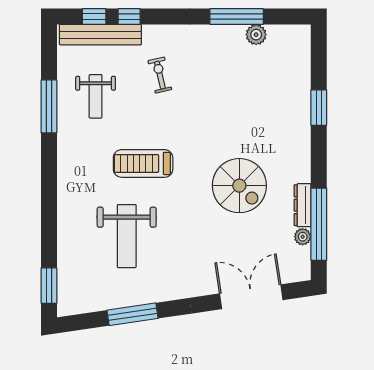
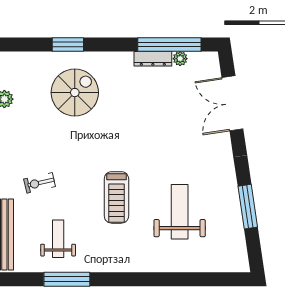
weight bench: (96, 96) -> (58, 239), turned -90
spiral stairs: (239, 186) -> (75, 93), moved
weight bench: (127, 236) -> (180, 212), turned -90
window: (49, 286) -> (223, 279), removed

